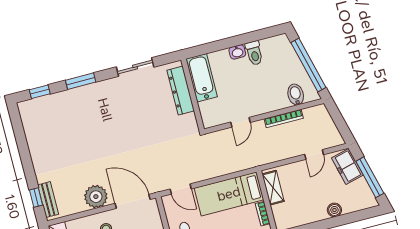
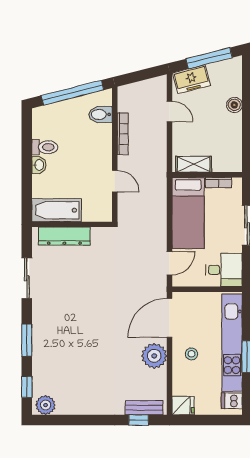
plant: (28, 112) -> (46, 405), added

